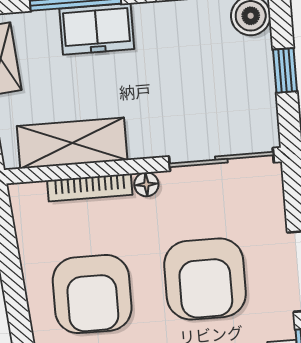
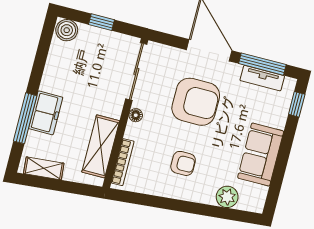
bookcase: (90, 188) -> (123, 162), moved
armchair: (92, 294) -> (183, 163), width x0.53, depth x0.53

